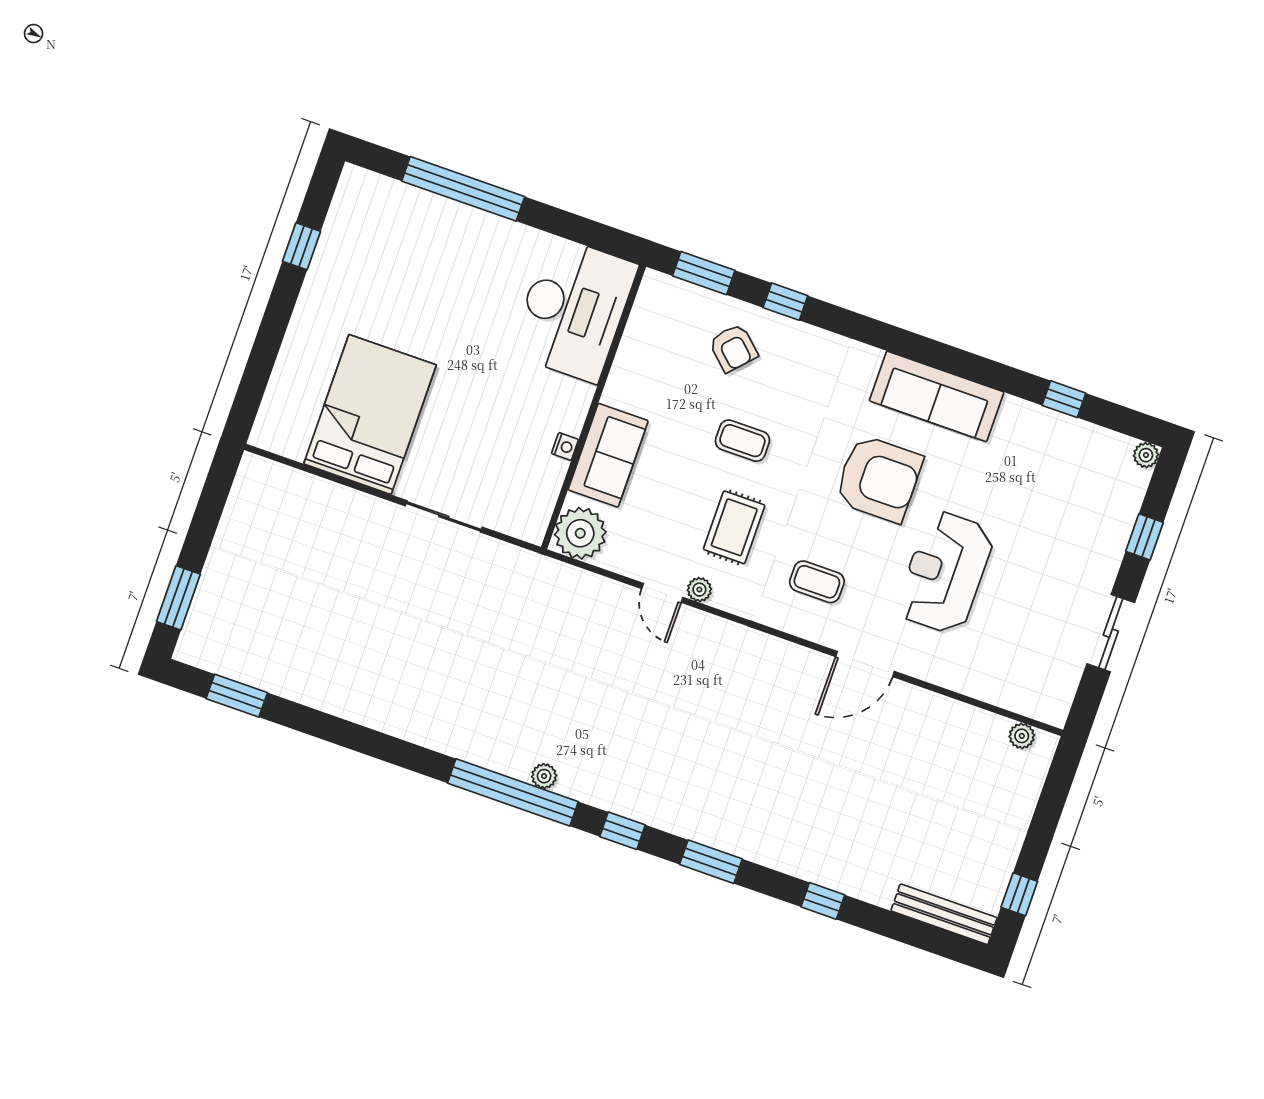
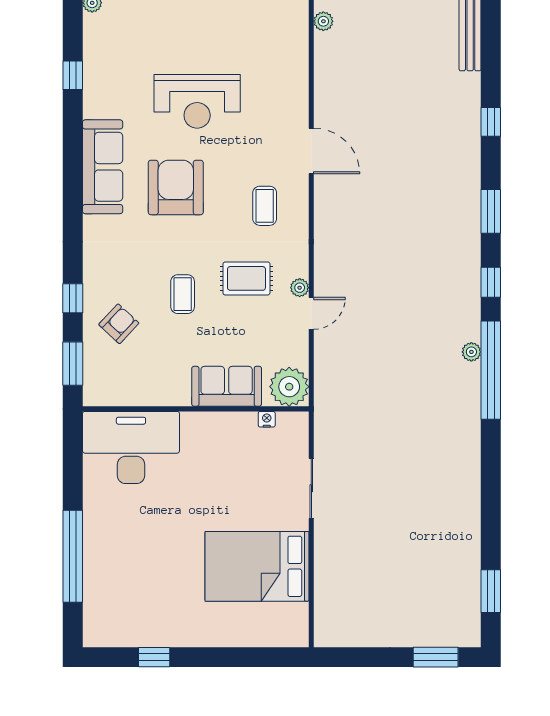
nightstand: (565, 447) -> (267, 419), moved
reception desk: (945, 572) -> (197, 101), moved

